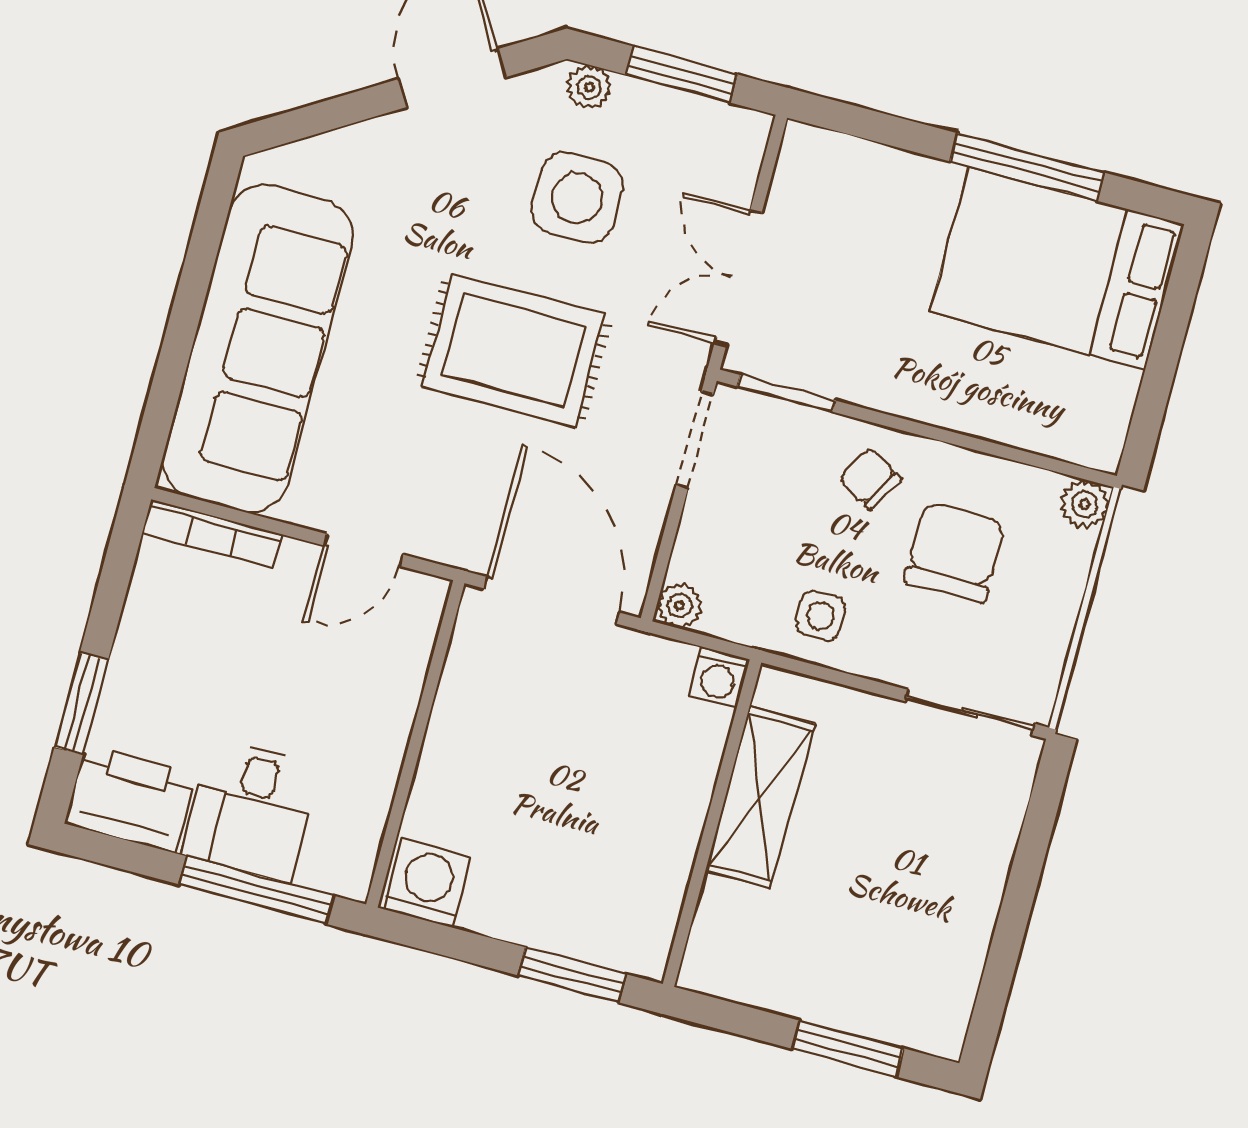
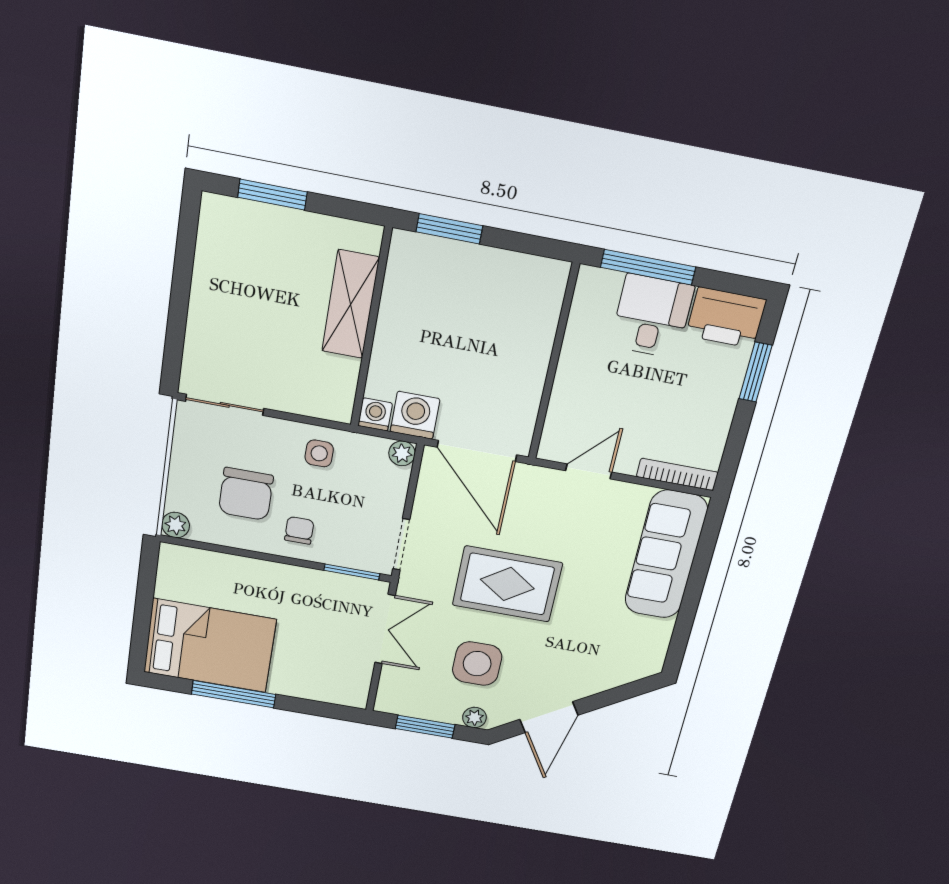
sofa: (258, 349) -> (666, 555), width x0.74, depth x0.79
chair: (870, 479) -> (299, 530), turned -120
shelving: (760, 797) -> (350, 304), moved
washing machine: (428, 883) -> (415, 415), moved, turned 180

